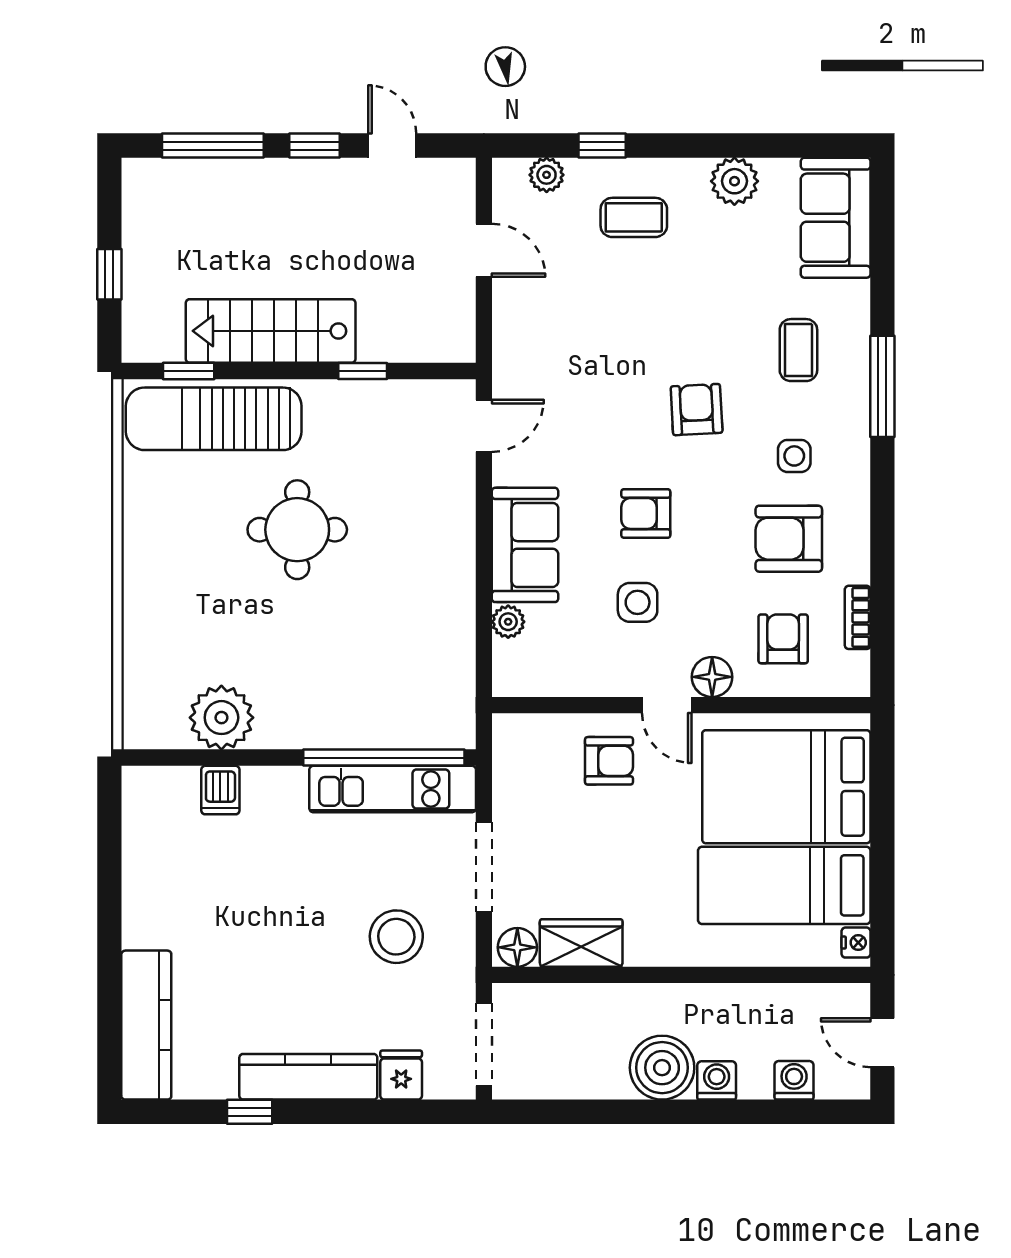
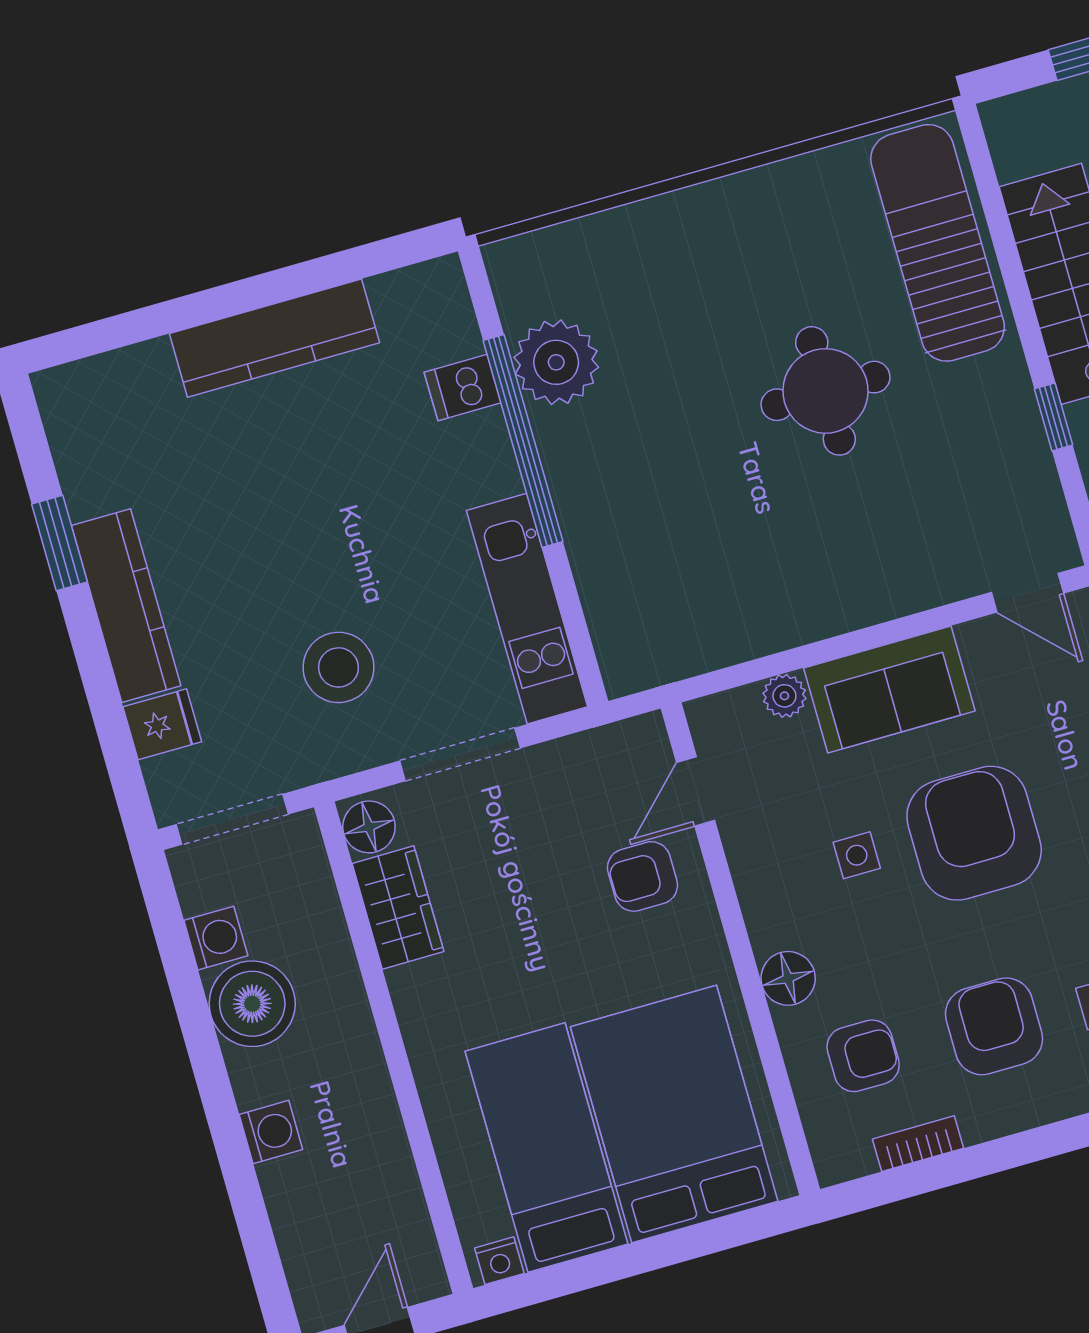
window: (189, 371) -> (990, 193), removed
armchair: (646, 513) -> (974, 833), width x1.88, depth x1.88
side table: (638, 602) -> (857, 855), width x0.73, depth x0.73
door: (667, 705) -> (696, 791), moved
window: (384, 758) -> (523, 441), moved
armchair: (609, 761) -> (642, 876), turned 90
kitchen counter: (146, 1025) -> (274, 338), moved
boiler: (662, 1068) -> (252, 1004), moved
washing machine: (794, 1080) -> (216, 938), moved
window: (250, 1112) -> (59, 543), width x1.50

